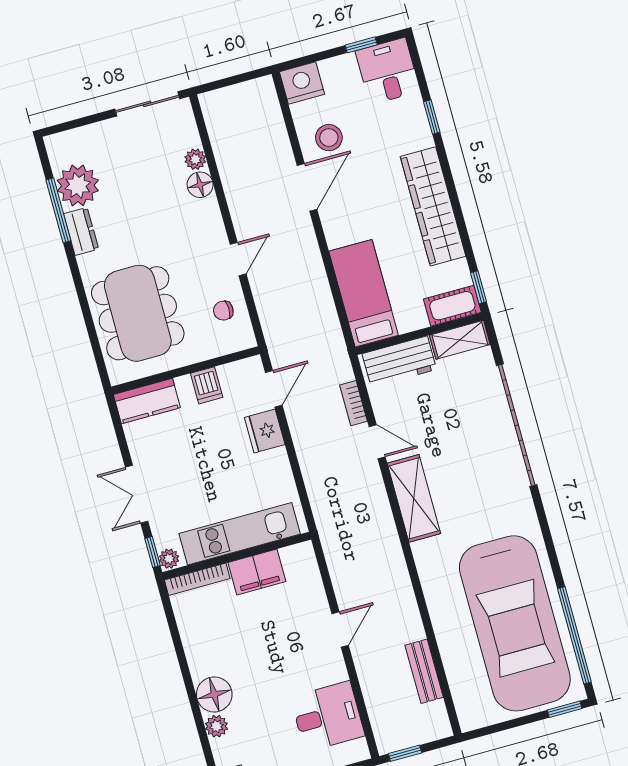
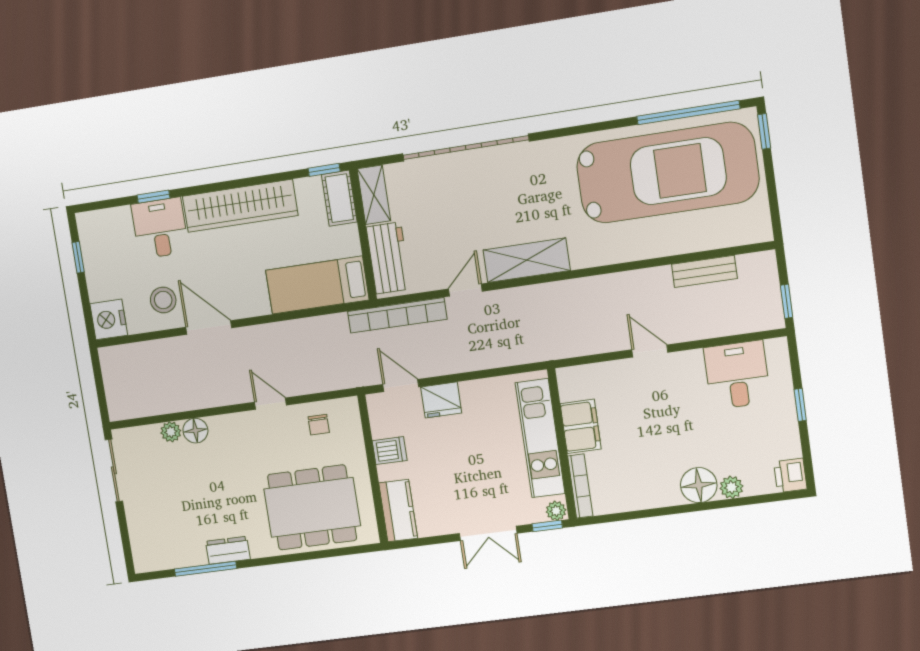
desk: (388, 71) -> (160, 228), moved, turned 90
plant: (78, 185) -> (184, 547), removed
bookcase: (353, 403) -> (397, 315), width x2.31, depth x1.31

